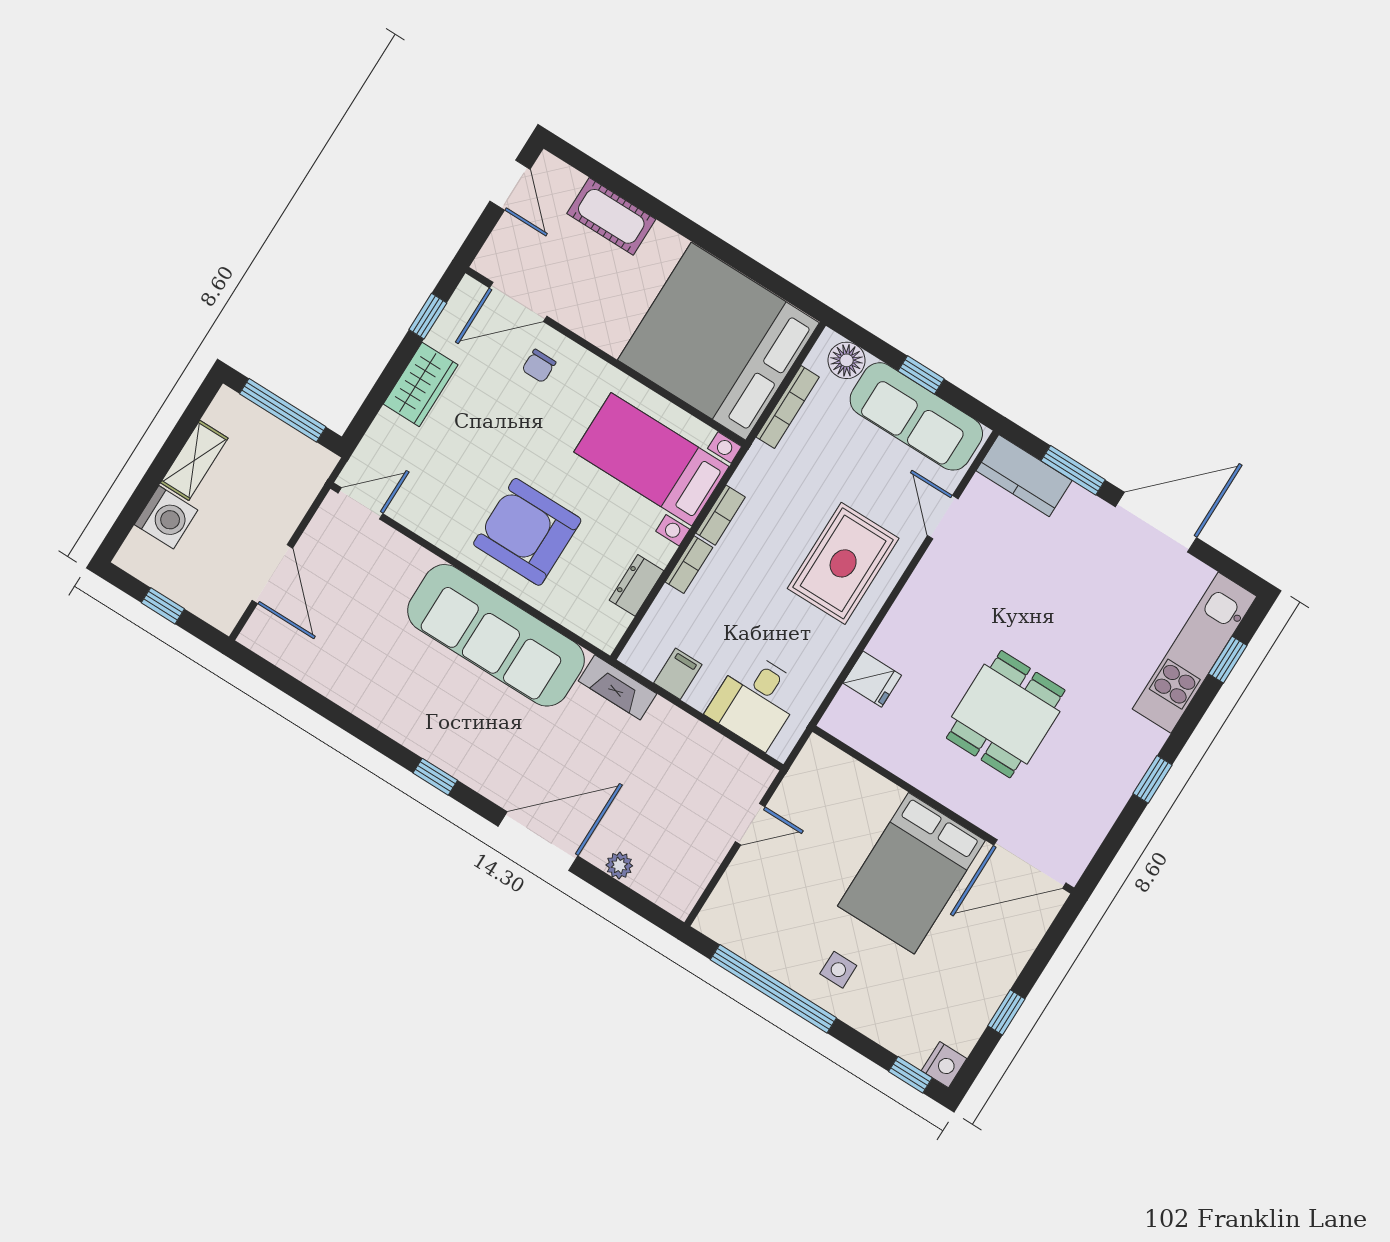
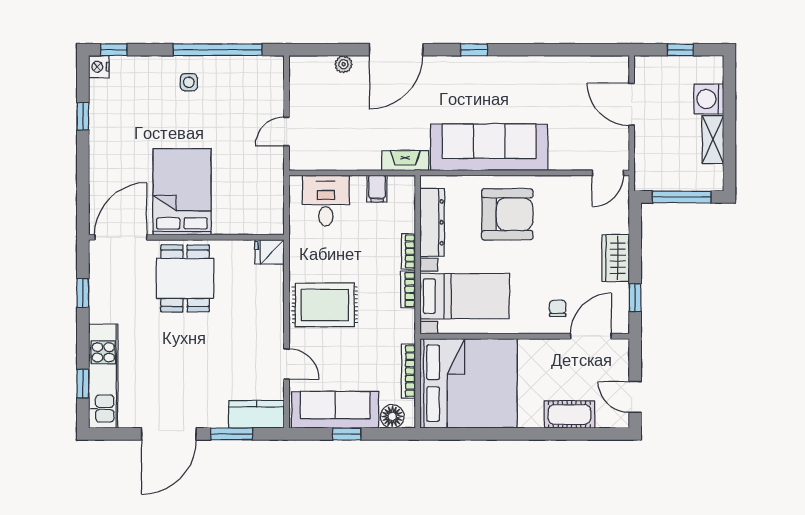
rug: (843, 563) -> (325, 305), turned 90
dresser: (636, 585) -> (432, 222), width x1.96, depth x1.24
wall: (943, 810) -> (186, 237), moved
door: (1030, 864) -> (121, 237), moved
bed: (911, 873) -> (182, 192), moved

